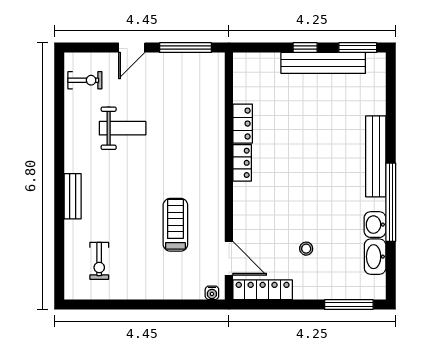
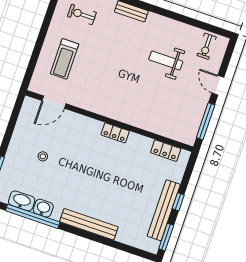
locker: (243, 124) -> (166, 151), moved
weight bench: (123, 128) -> (166, 61), turned 90
window: (391, 202) -> (33, 216), moved
treadmill: (175, 225) -> (65, 59), moved, turned 90
locker: (263, 290) -> (25, 118), removed
water cooler: (212, 293) -> (35, 83), removed

